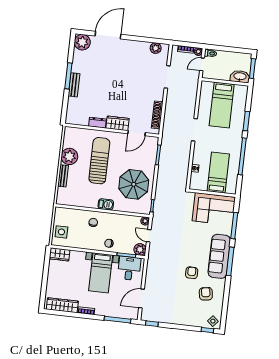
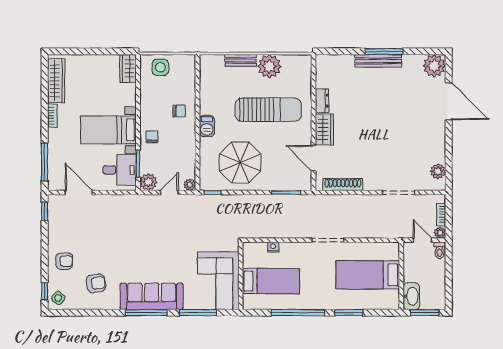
bench: (74, 85) -> (378, 61), width x1.36
armchair: (192, 273) -> (64, 261), moved

